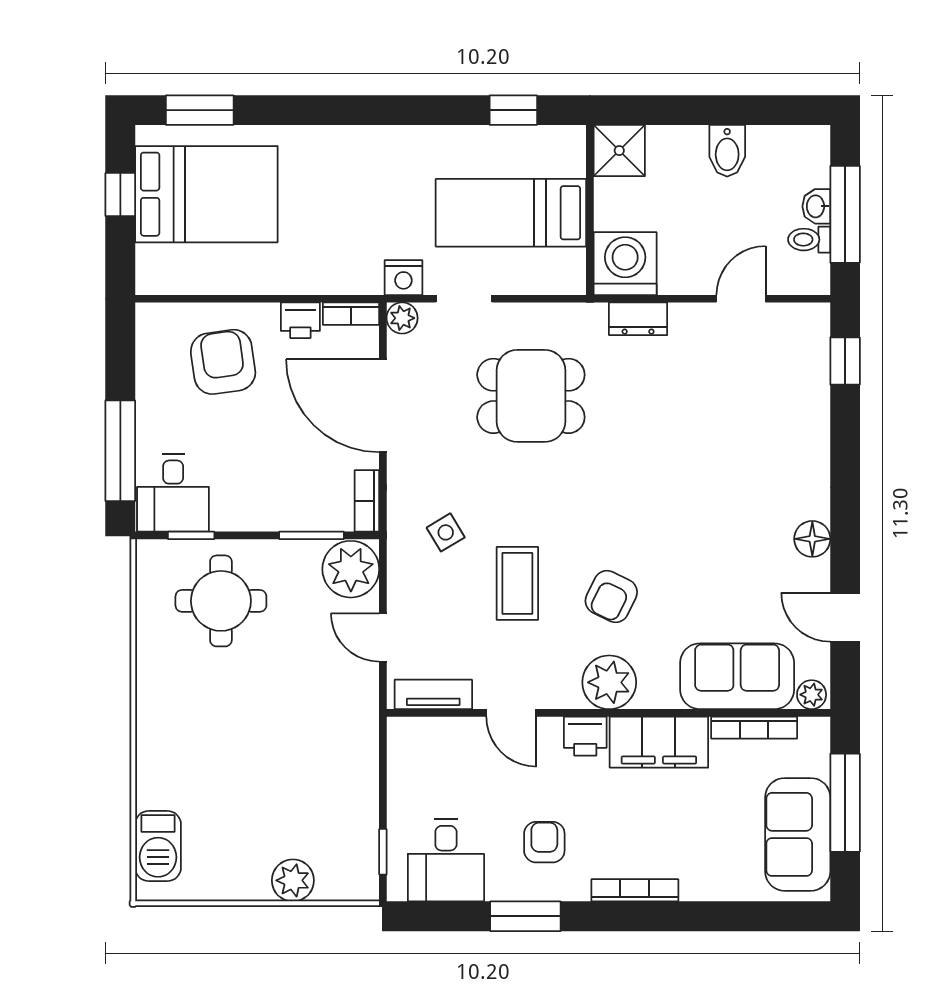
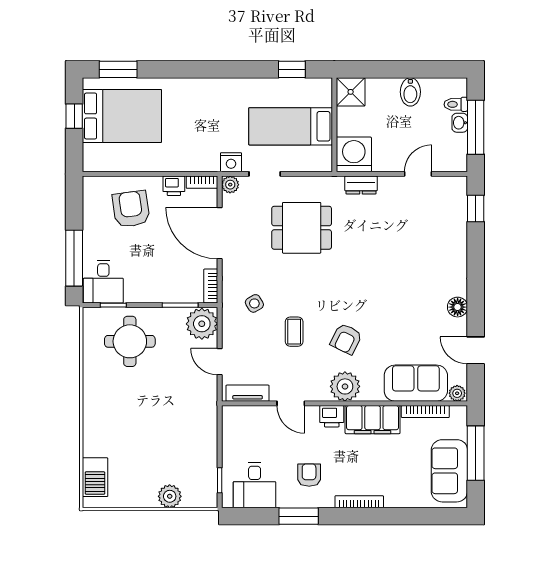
toilet: (809, 240) -> (456, 104), moved
coffee table: (517, 583) -> (294, 332), width x0.73, depth x0.77

